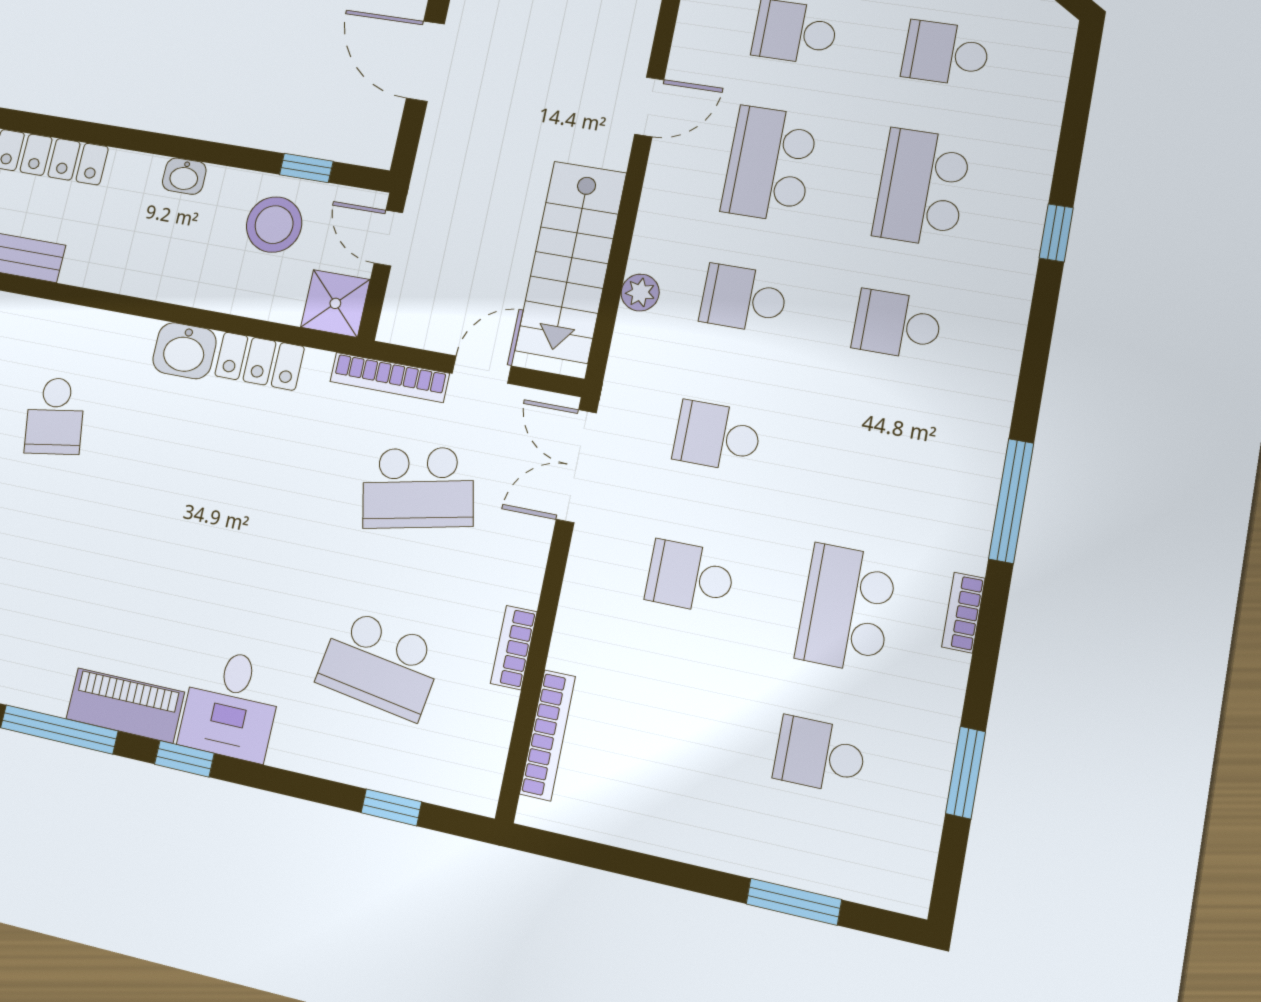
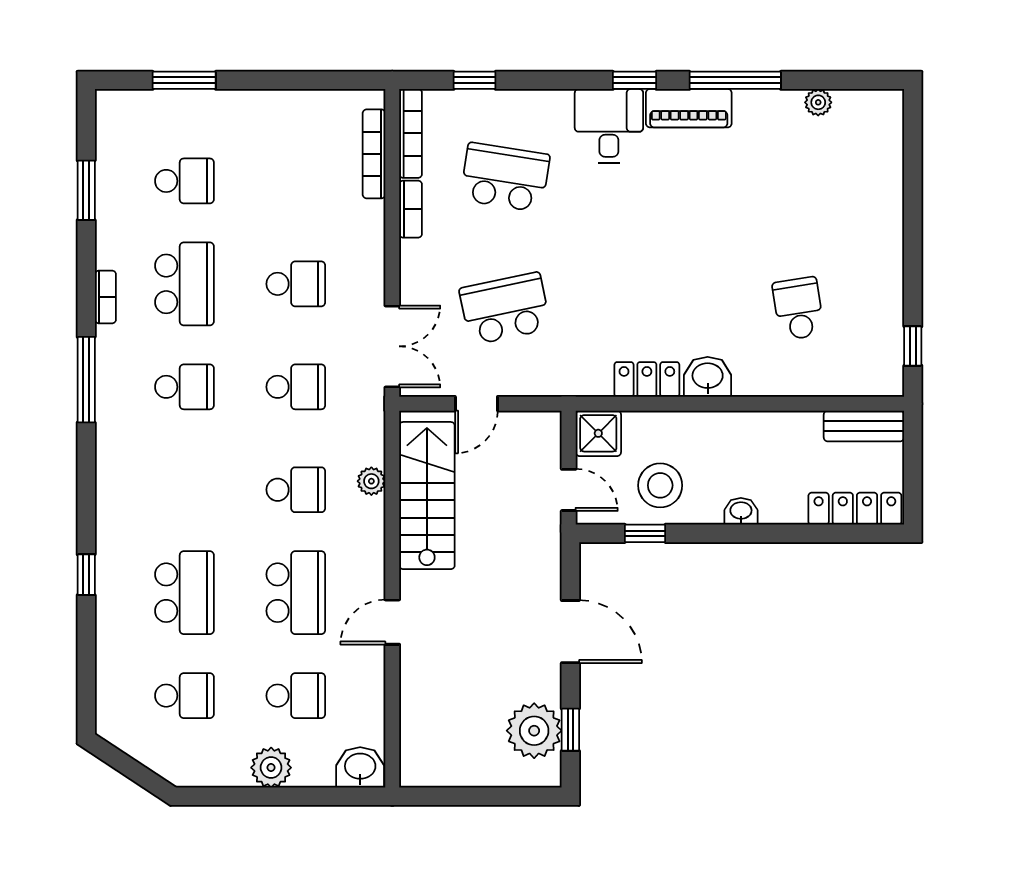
school desk: (897, 325) -> (184, 387), moved
bookcase: (390, 377) -> (411, 133), moved, turned 90

